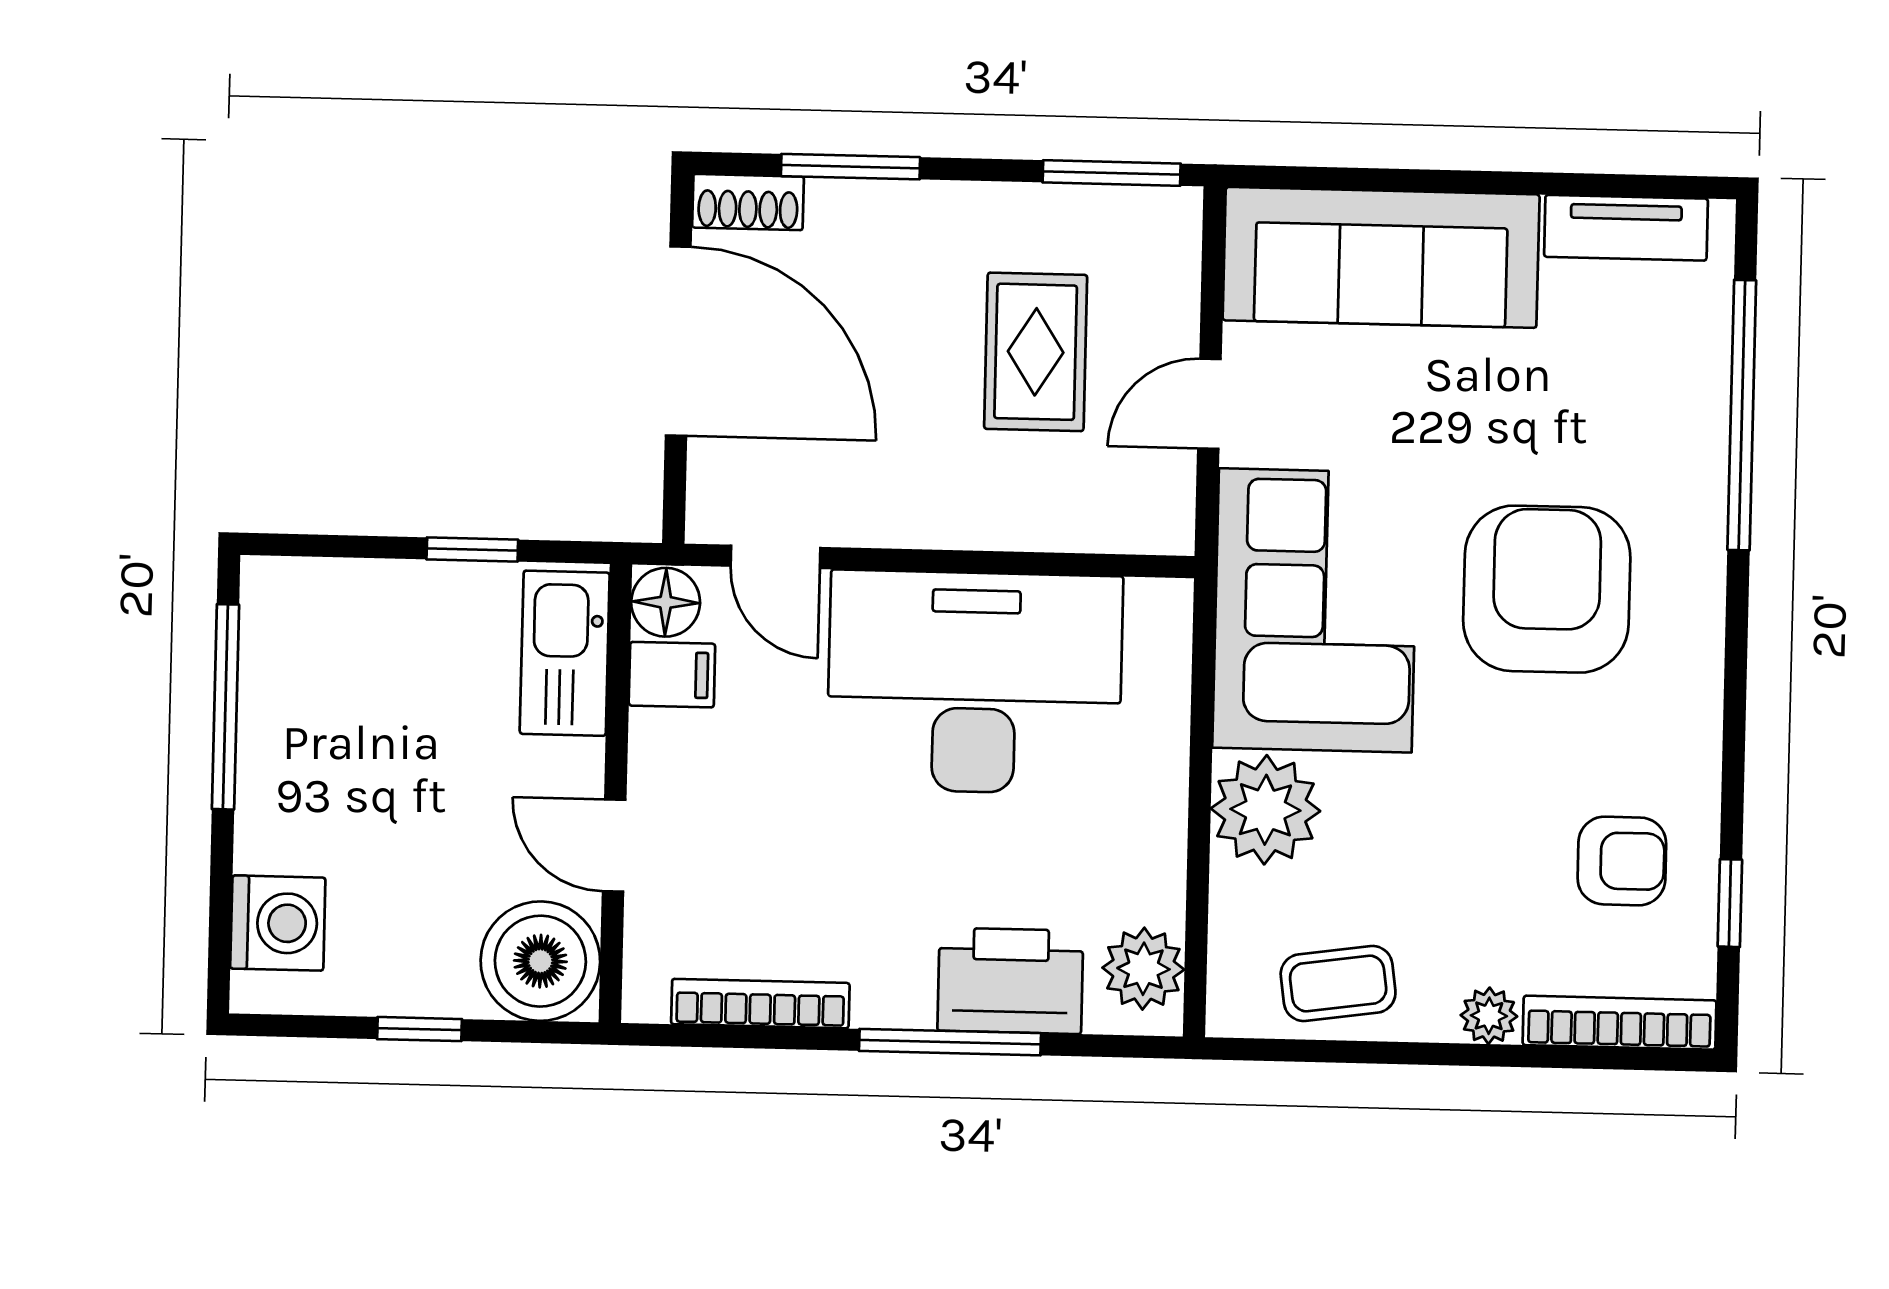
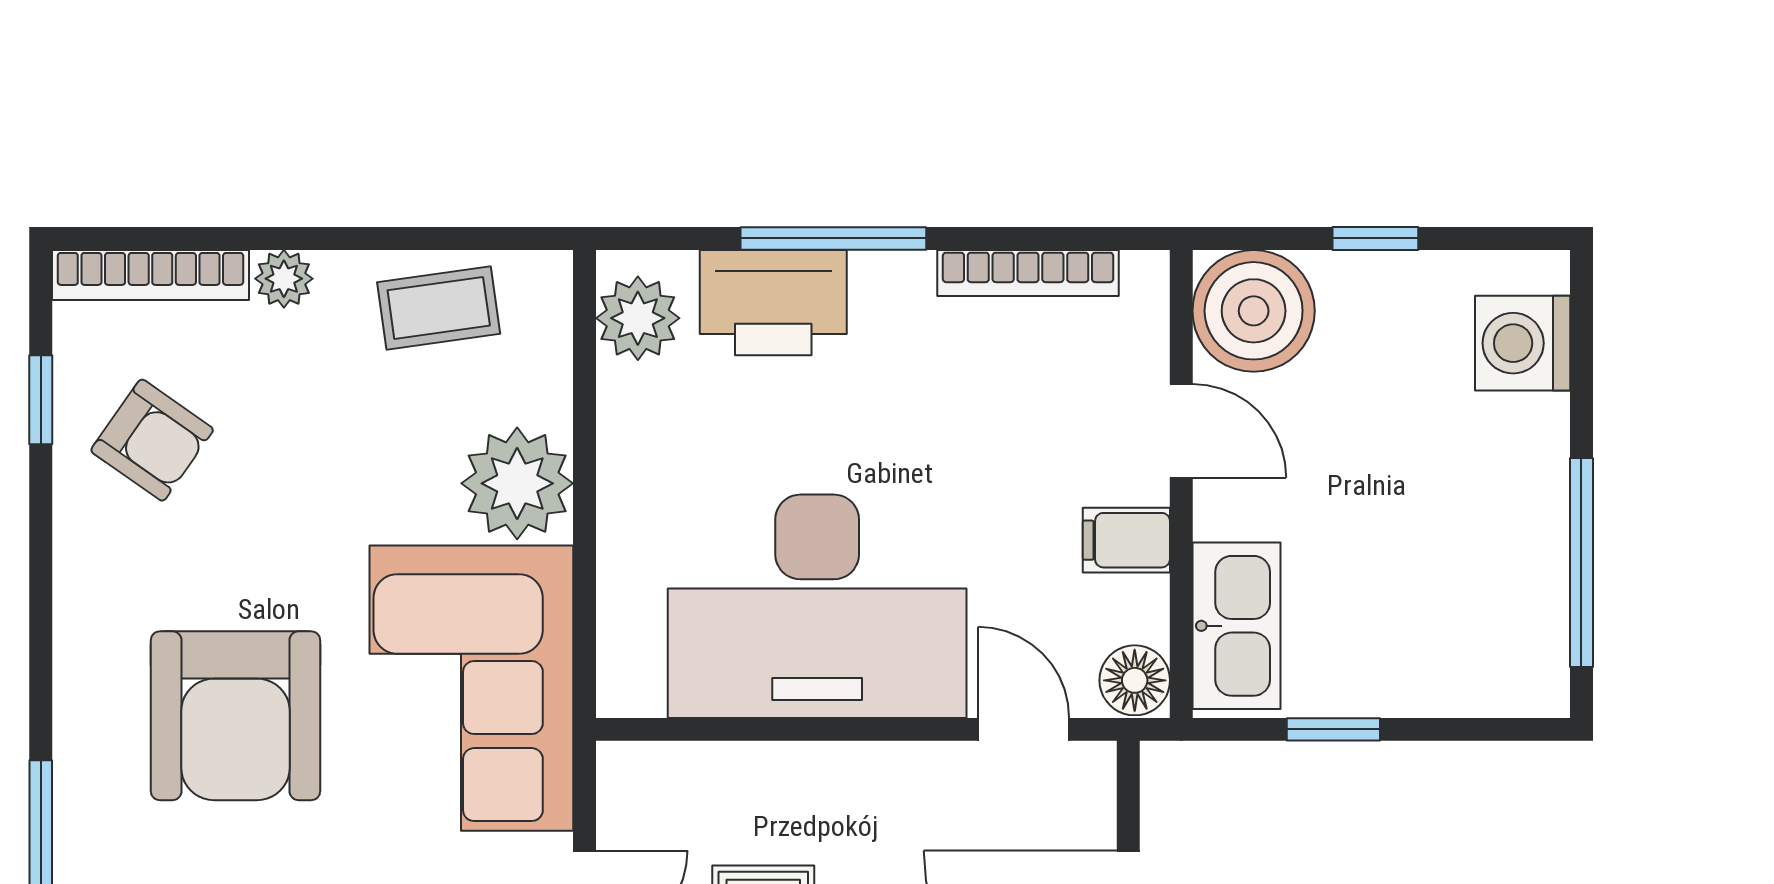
filing cabinet: (672, 675) -> (1126, 540), moved
armchair: (1622, 861) -> (152, 440), turned -145

